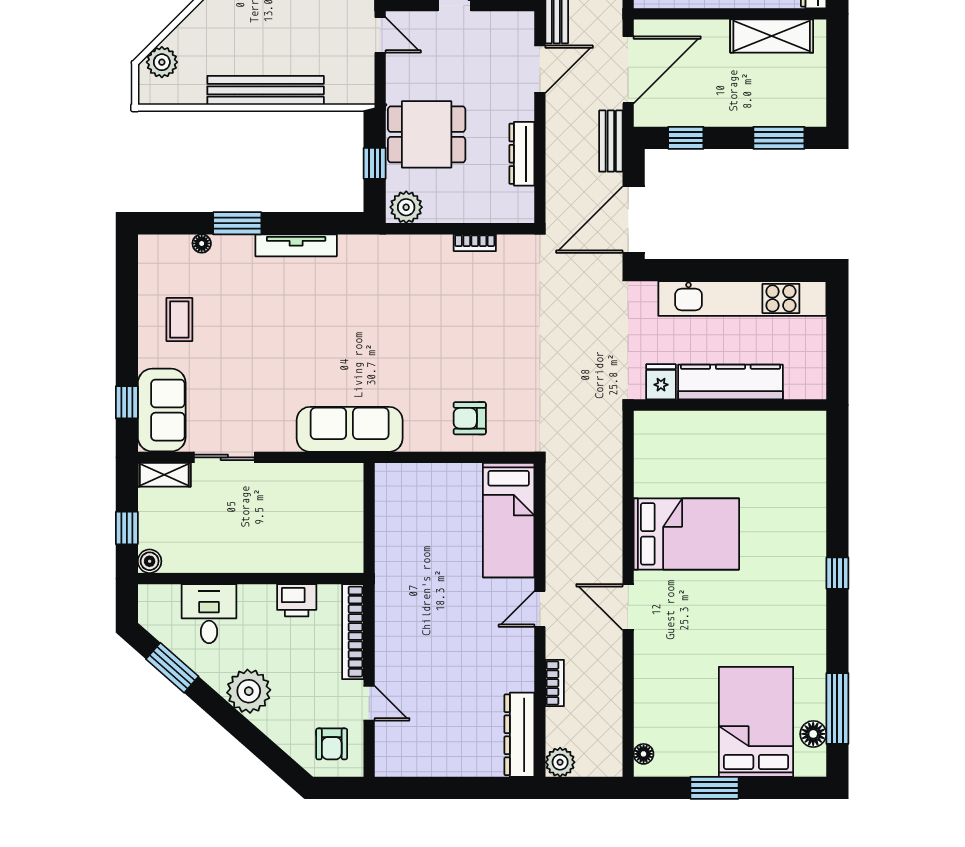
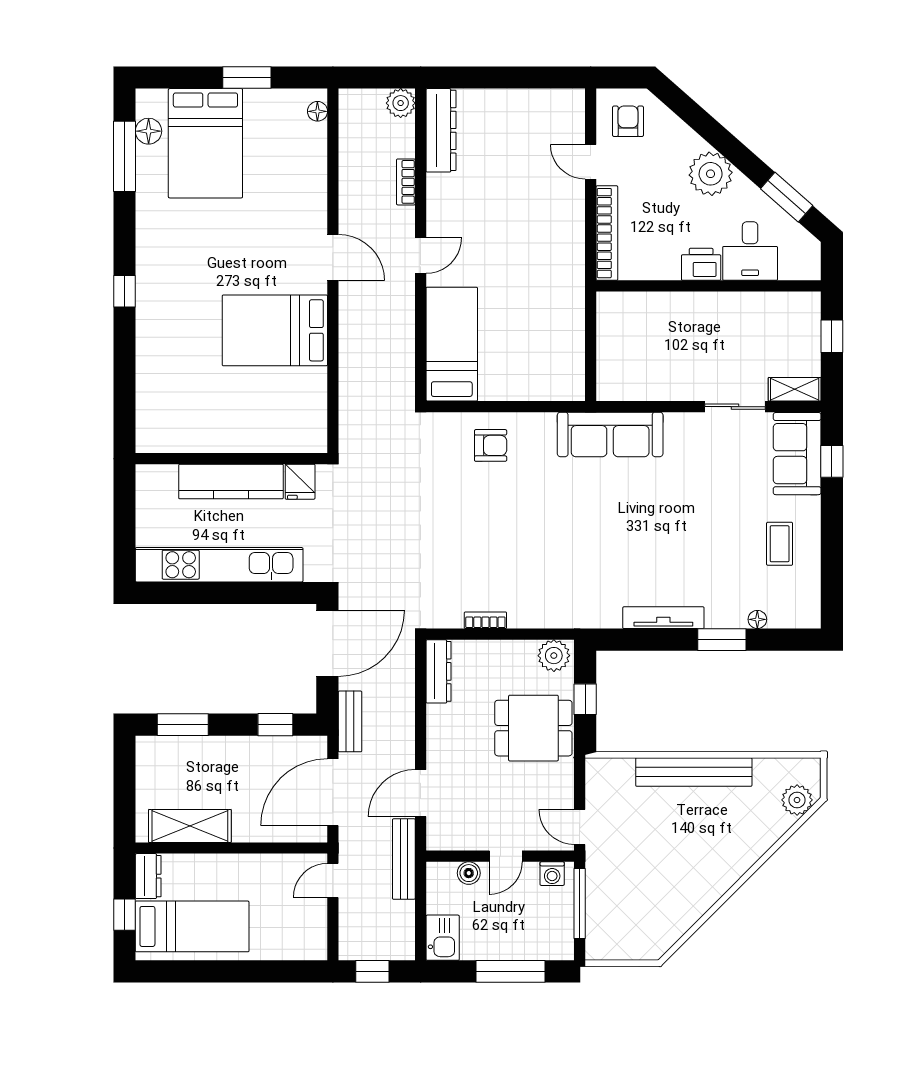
dresser: (522, 154) -> (439, 671), moved
boiler: (150, 561) -> (809, 303), removed
printer: (297, 600) -> (701, 264), moved

